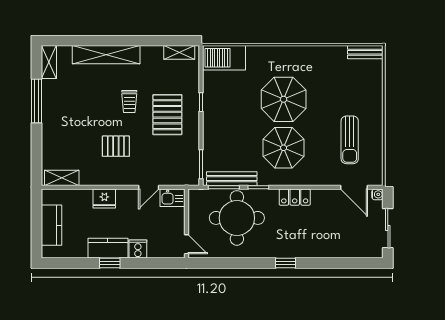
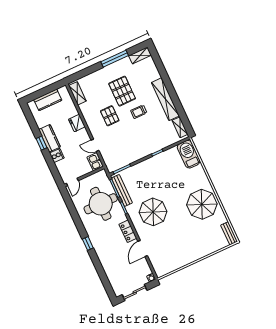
shelving: (106, 55) -> (165, 99), moved
parasol: (284, 99) -> (202, 204), moved
pallet: (167, 115) -> (122, 91), moved, turned 90
sun lounger: (350, 140) -> (175, 248), removed
door: (354, 187) -> (143, 249), moved

